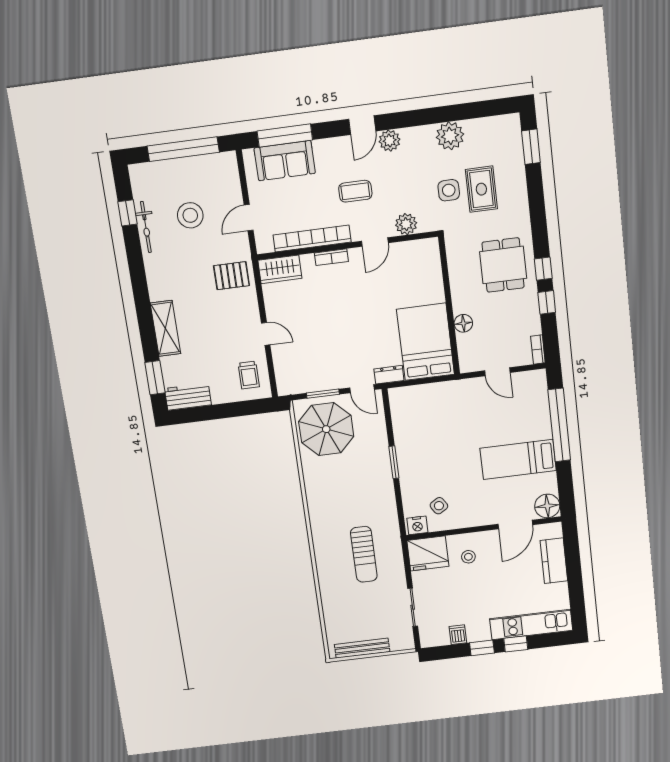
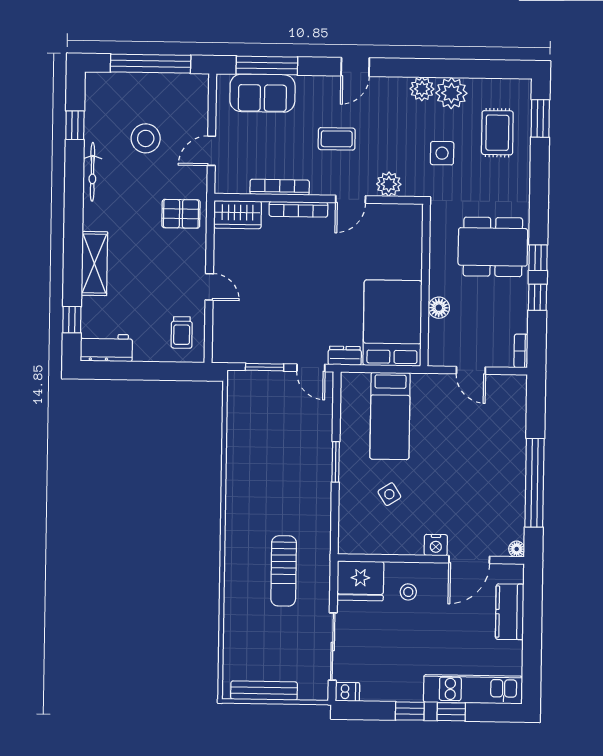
plant: (390, 141) -> (422, 89), moved
rug: (481, 189) -> (497, 133), moved
bicycle: (146, 227) -> (92, 172), moved
bookcase: (312, 239) -> (280, 187), width x0.68, depth x0.76
bookcase: (331, 257) -> (298, 209), width x1.56
dining table: (503, 265) -> (493, 247), width x1.37
window: (155, 378) -> (72, 320), width x0.67
window: (559, 425) -> (535, 483), moved
parasol: (326, 429) -> (262, 410), removed
bed: (518, 459) -> (390, 416), moved, turned -90
side table: (439, 506) -> (389, 494), moved
floor lamp: (547, 506) -> (517, 549), width x0.53, depth x0.53
nightstand: (417, 525) -> (436, 545), moved
sliding door: (413, 607) -> (333, 647), width x1.37
dishwasher: (458, 635) -> (347, 692), moved, turned 90

